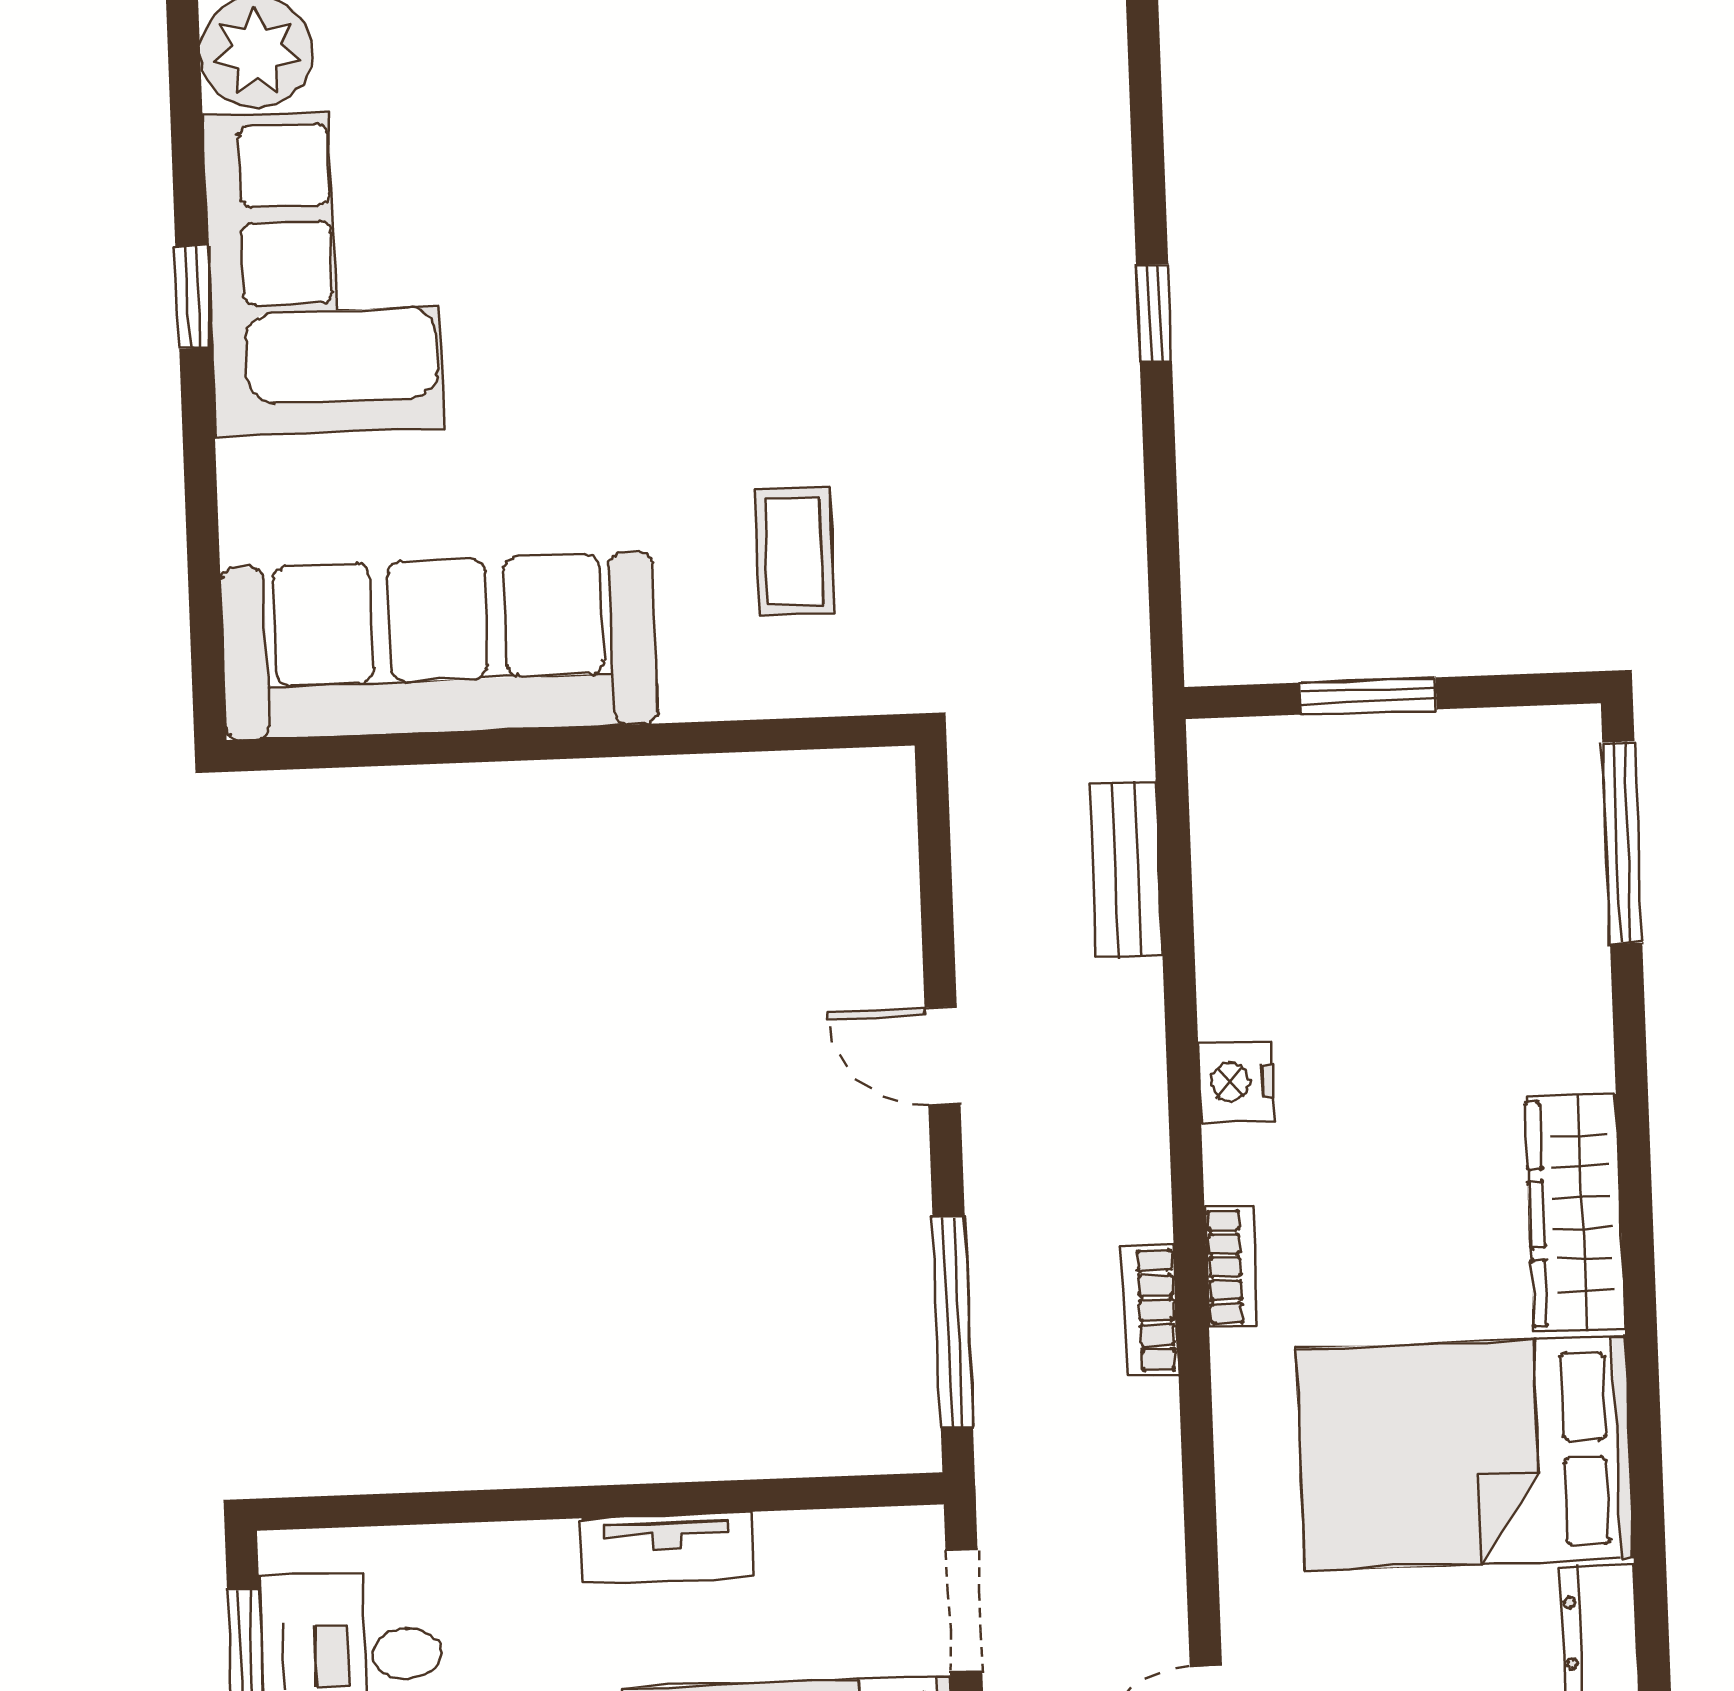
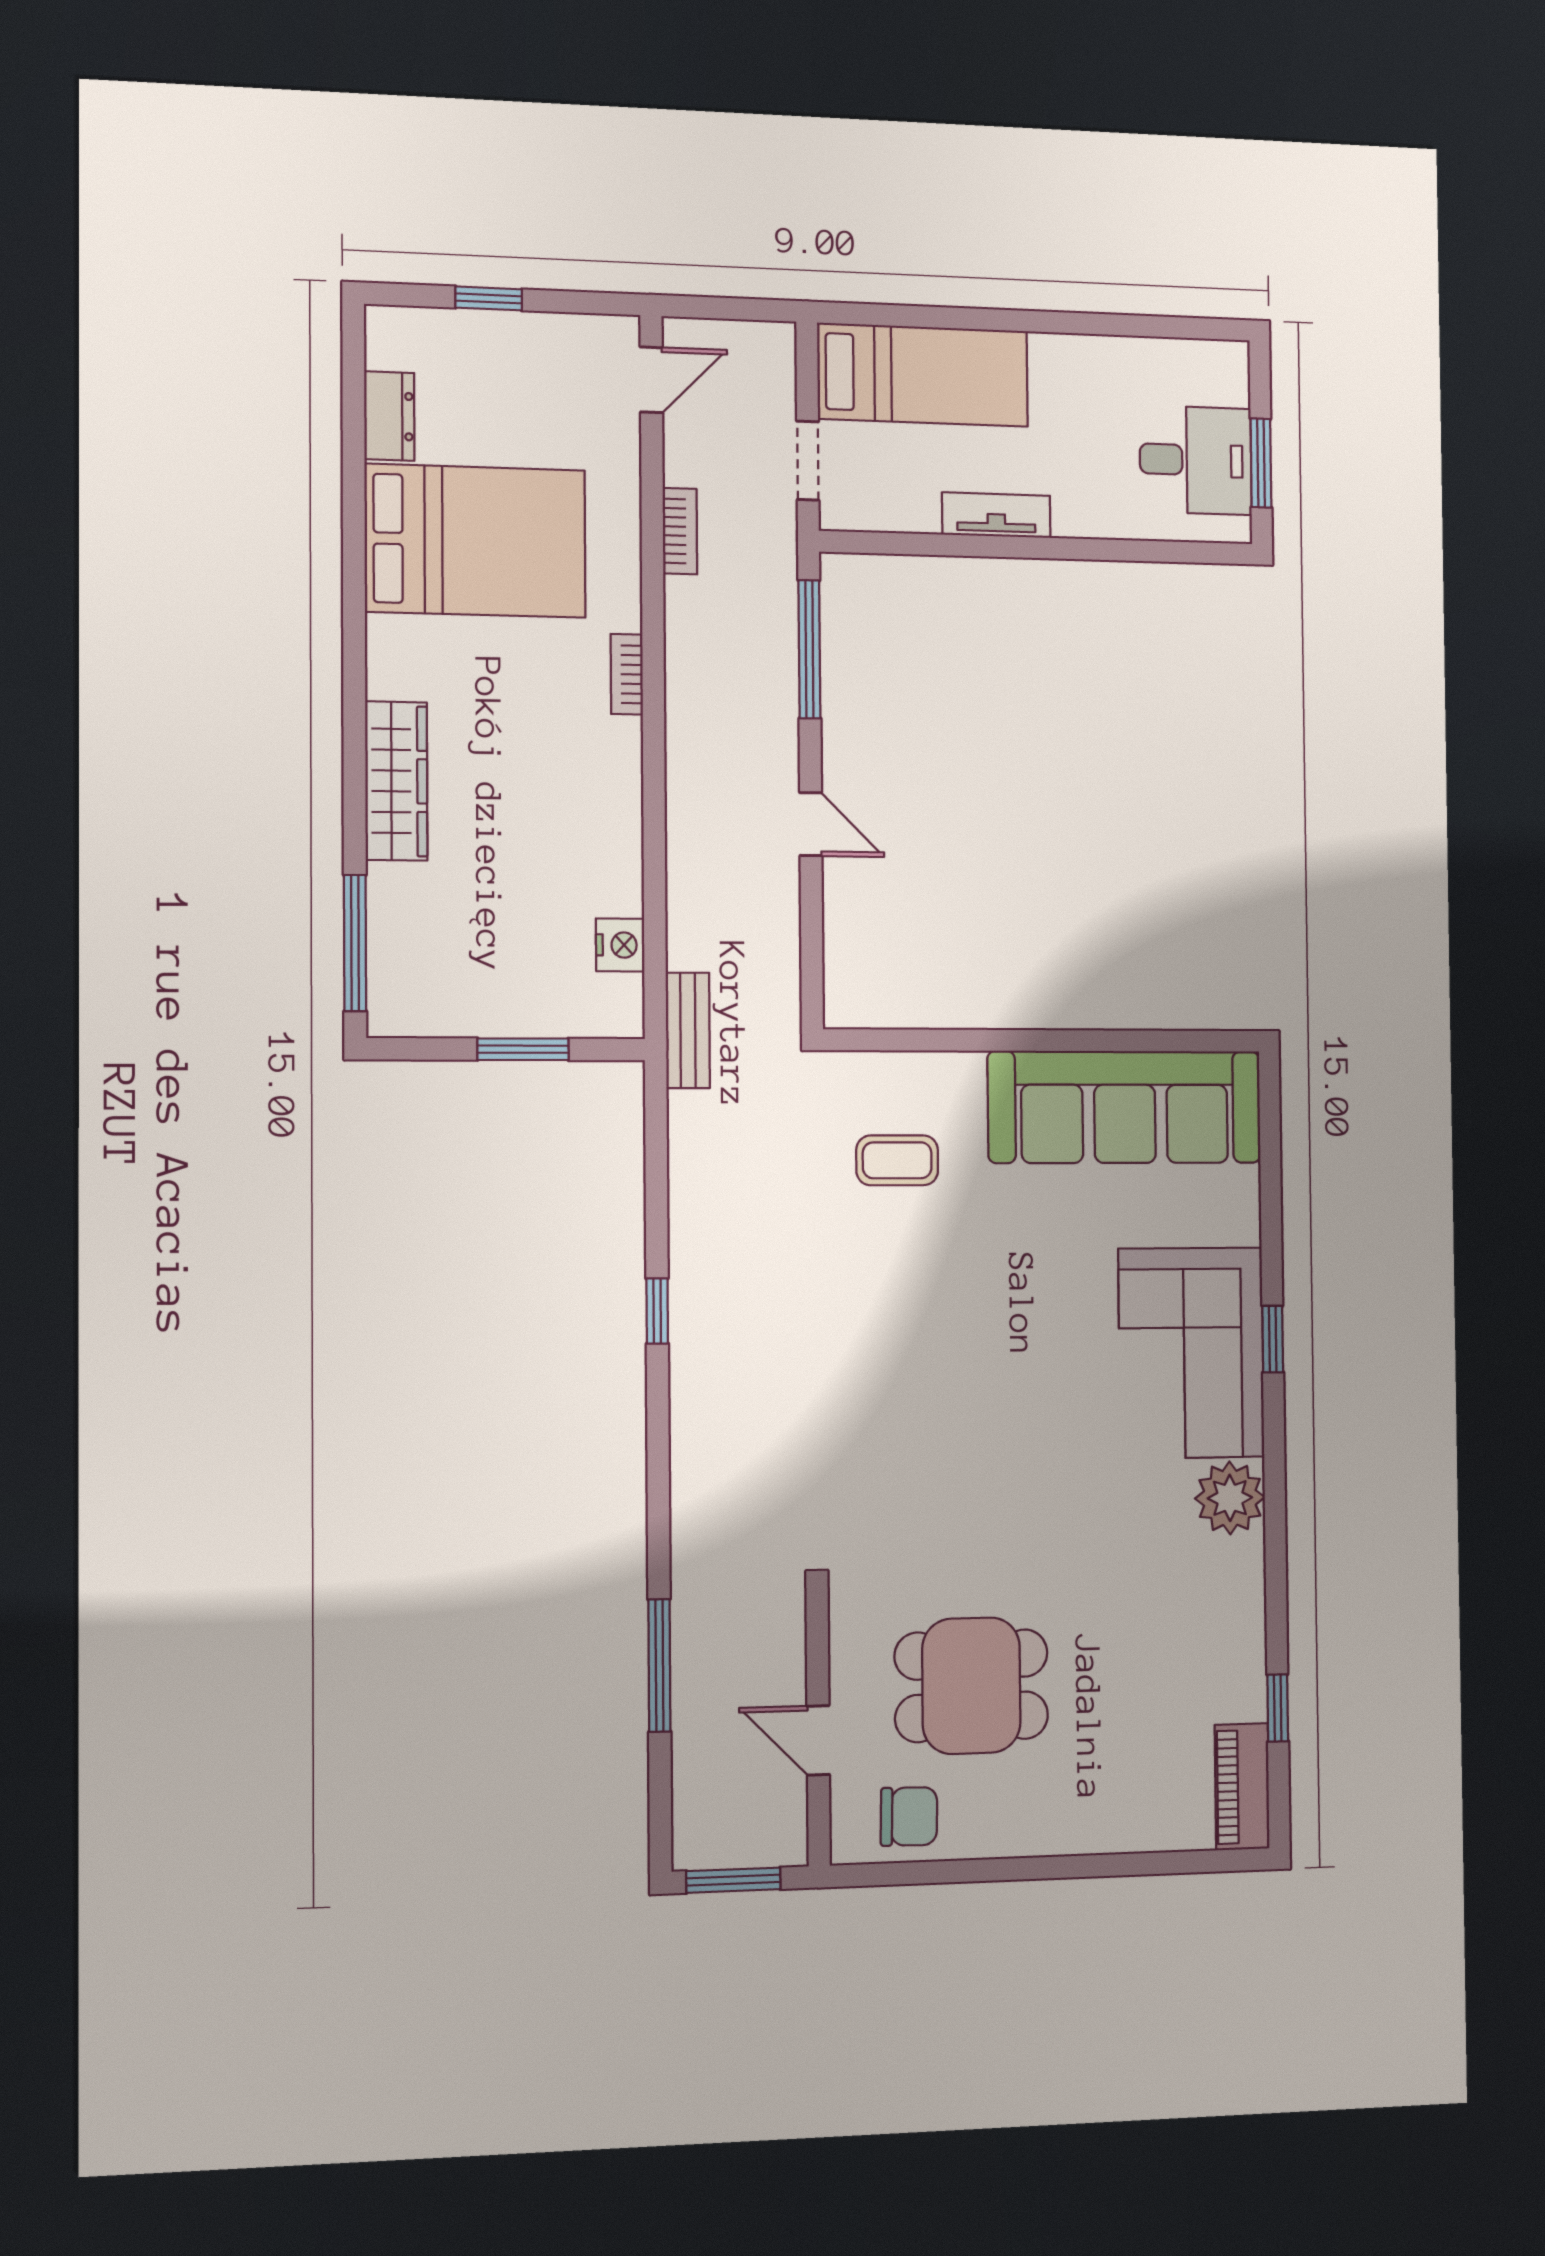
coffee table: (794, 551) -> (897, 1160), turned 90
bench: (1126, 869) -> (688, 1030), moved
nightstand: (1236, 1082) -> (620, 945), moved
wardrobe: (1575, 1213) -> (396, 781), moved
bookcase: (1150, 1310) -> (680, 531), moved

